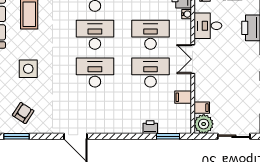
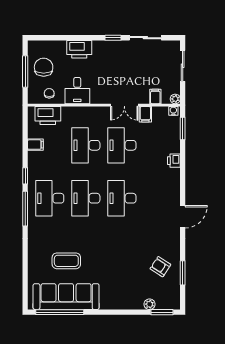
water cooler: (187, 14) -> (173, 111), moved
double door: (193, 59) -> (124, 105), moved
side table: (28, 69) -> (118, 262), removed
plant: (204, 124) -> (175, 99), width x0.53, depth x0.53
printer: (150, 127) -> (174, 161), moved

